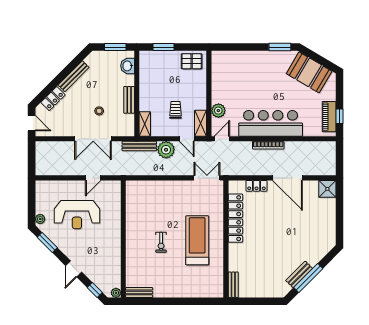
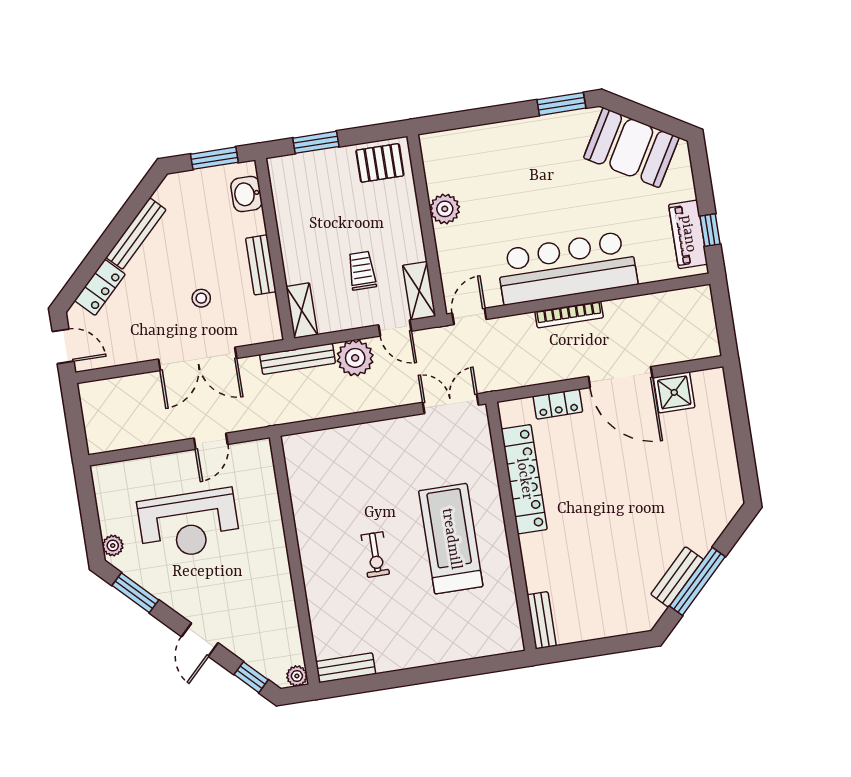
plant: (218, 111) -> (445, 209), moved
shower: (327, 189) -> (674, 392), moved

